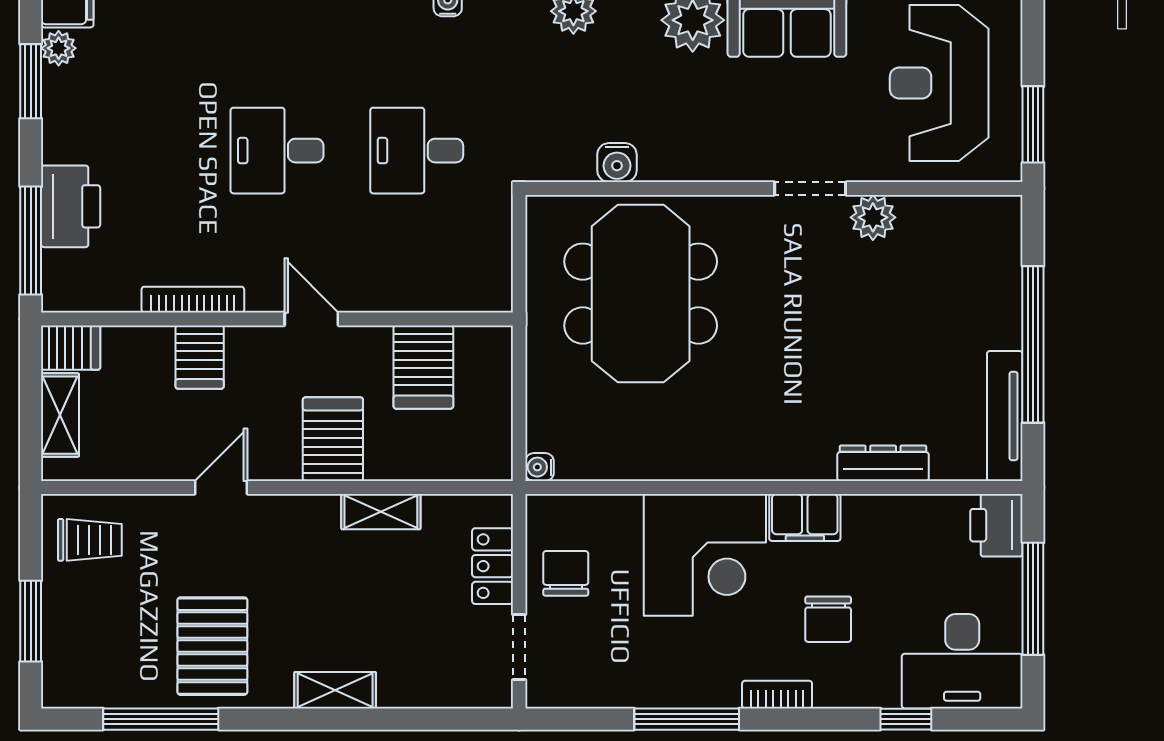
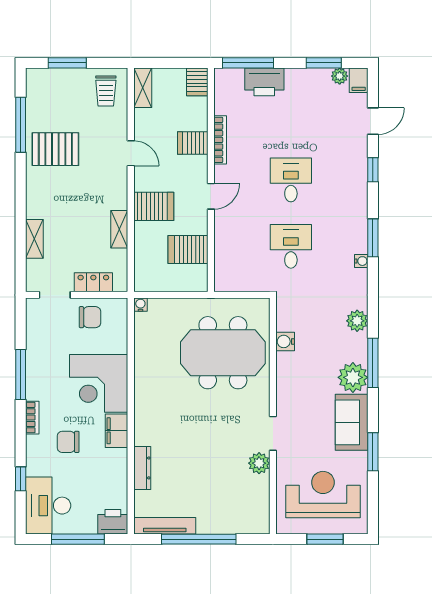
window: (1033, 124) -> (325, 539), moved
shelving: (60, 415) -> (143, 88), moved, turned 90
shelving: (335, 690) -> (34, 239), moved

